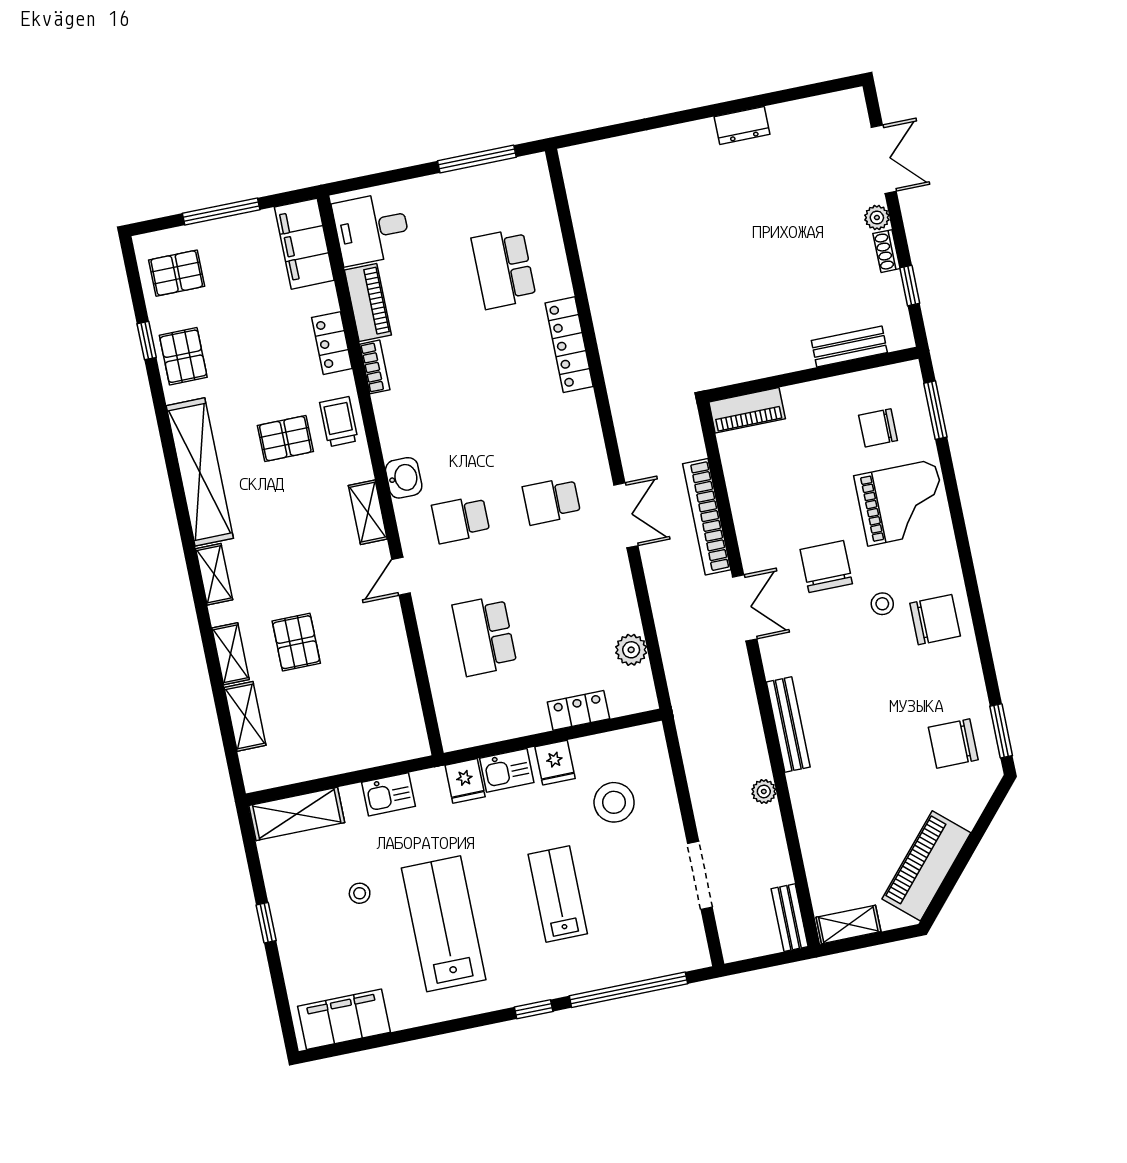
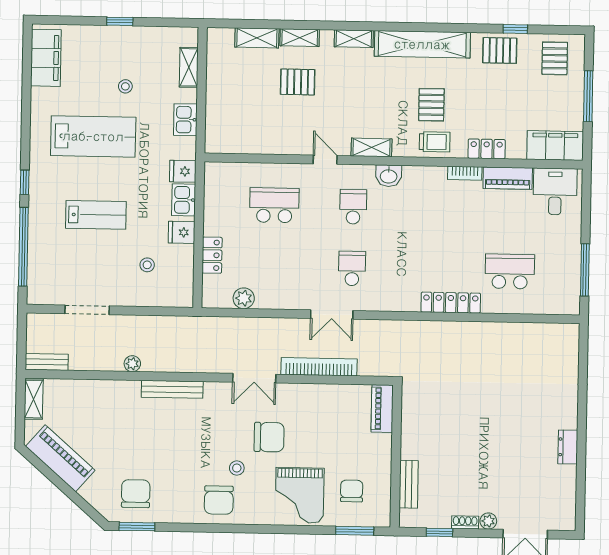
stool: (614, 802) -> (147, 265), width x0.53, depth x0.53
shelving: (297, 814) -> (189, 67), width x0.67, depth x0.75

